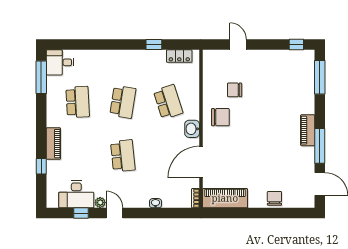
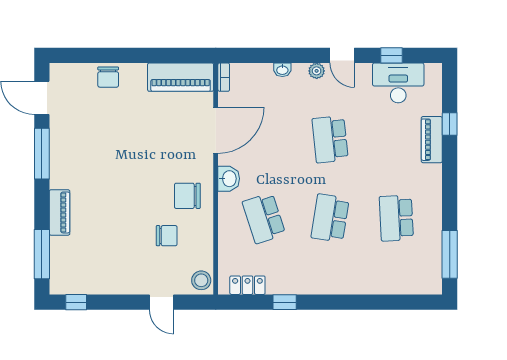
stool: (211, 59) -> (201, 280), added
desk: (60, 62) -> (422, 276), removed
piano: (308, 130) -> (60, 212), moved
piano: (53, 144) -> (432, 140), moved
plant: (100, 203) -> (317, 71), moved

